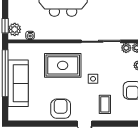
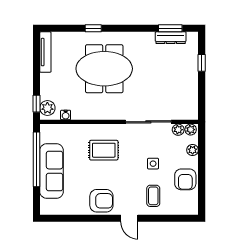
rug: (63, 65) -> (104, 150), width x0.73, depth x0.70
side table: (93, 79) -> (153, 164), moved
armchair: (61, 109) -> (101, 201), turned 90

